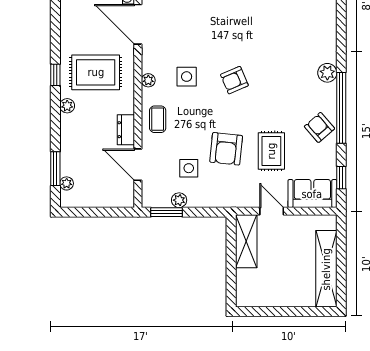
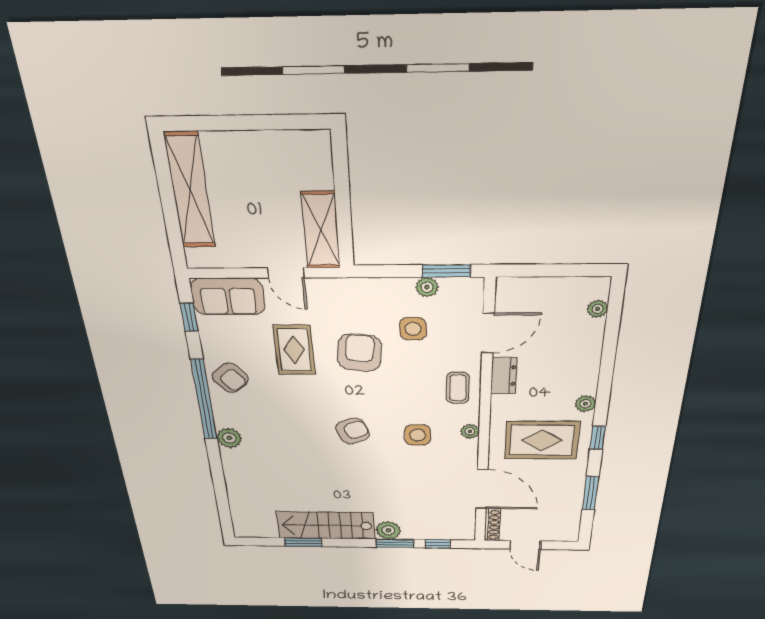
door: (138, 165) -> (488, 333), hinge flipped
window: (55, 169) -> (590, 493), moved

